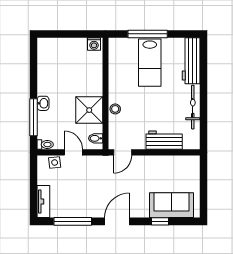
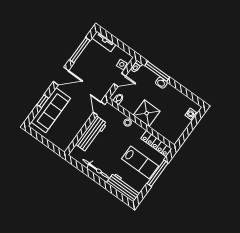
washing machine: (94, 44) -> (191, 114), moved
locker: (115, 60) -> (156, 144), added
lab bench: (150, 63) -> (140, 162), turned 180
shower: (89, 110) -> (147, 113), moved
workbench: (164, 140) -> (91, 134), width x1.37
sofa: (171, 205) -> (51, 110), width x1.36
door: (117, 221) -> (61, 76), hinge flipped

